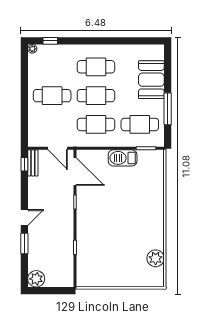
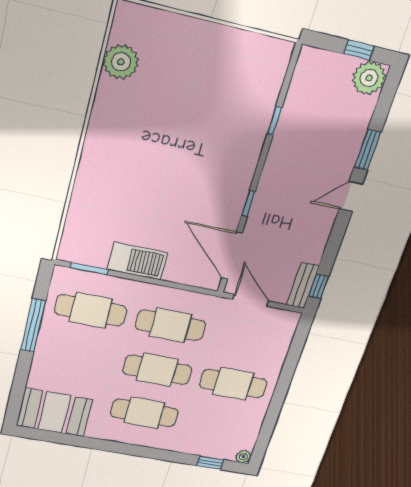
booth: (151, 80) -> (54, 412), moved, turned 90
window: (46, 291) -> (359, 50), added

